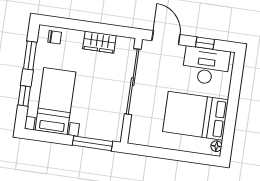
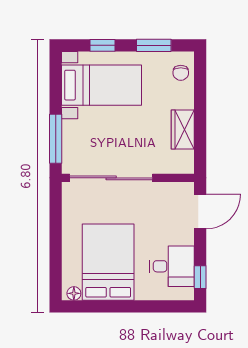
window: (205, 43) -> (200, 277), moved
desk: (206, 66) -> (172, 266), width x0.73
sliding door: (133, 82) -> (111, 178), moved

